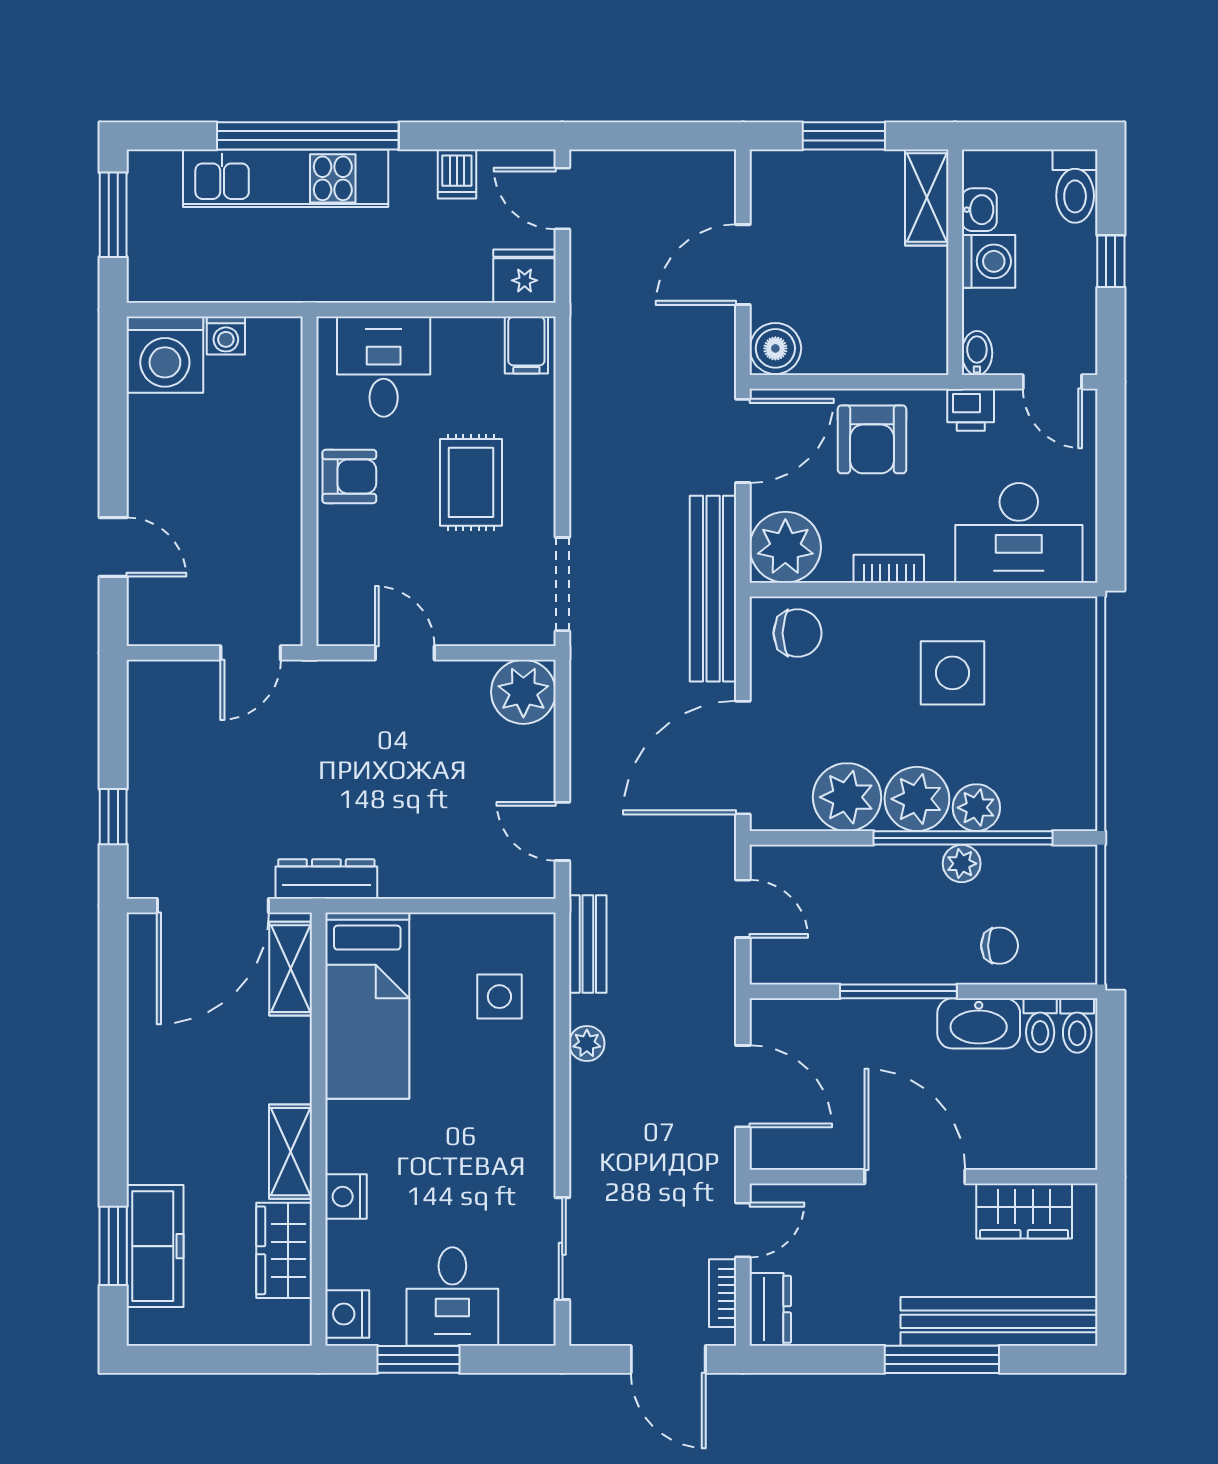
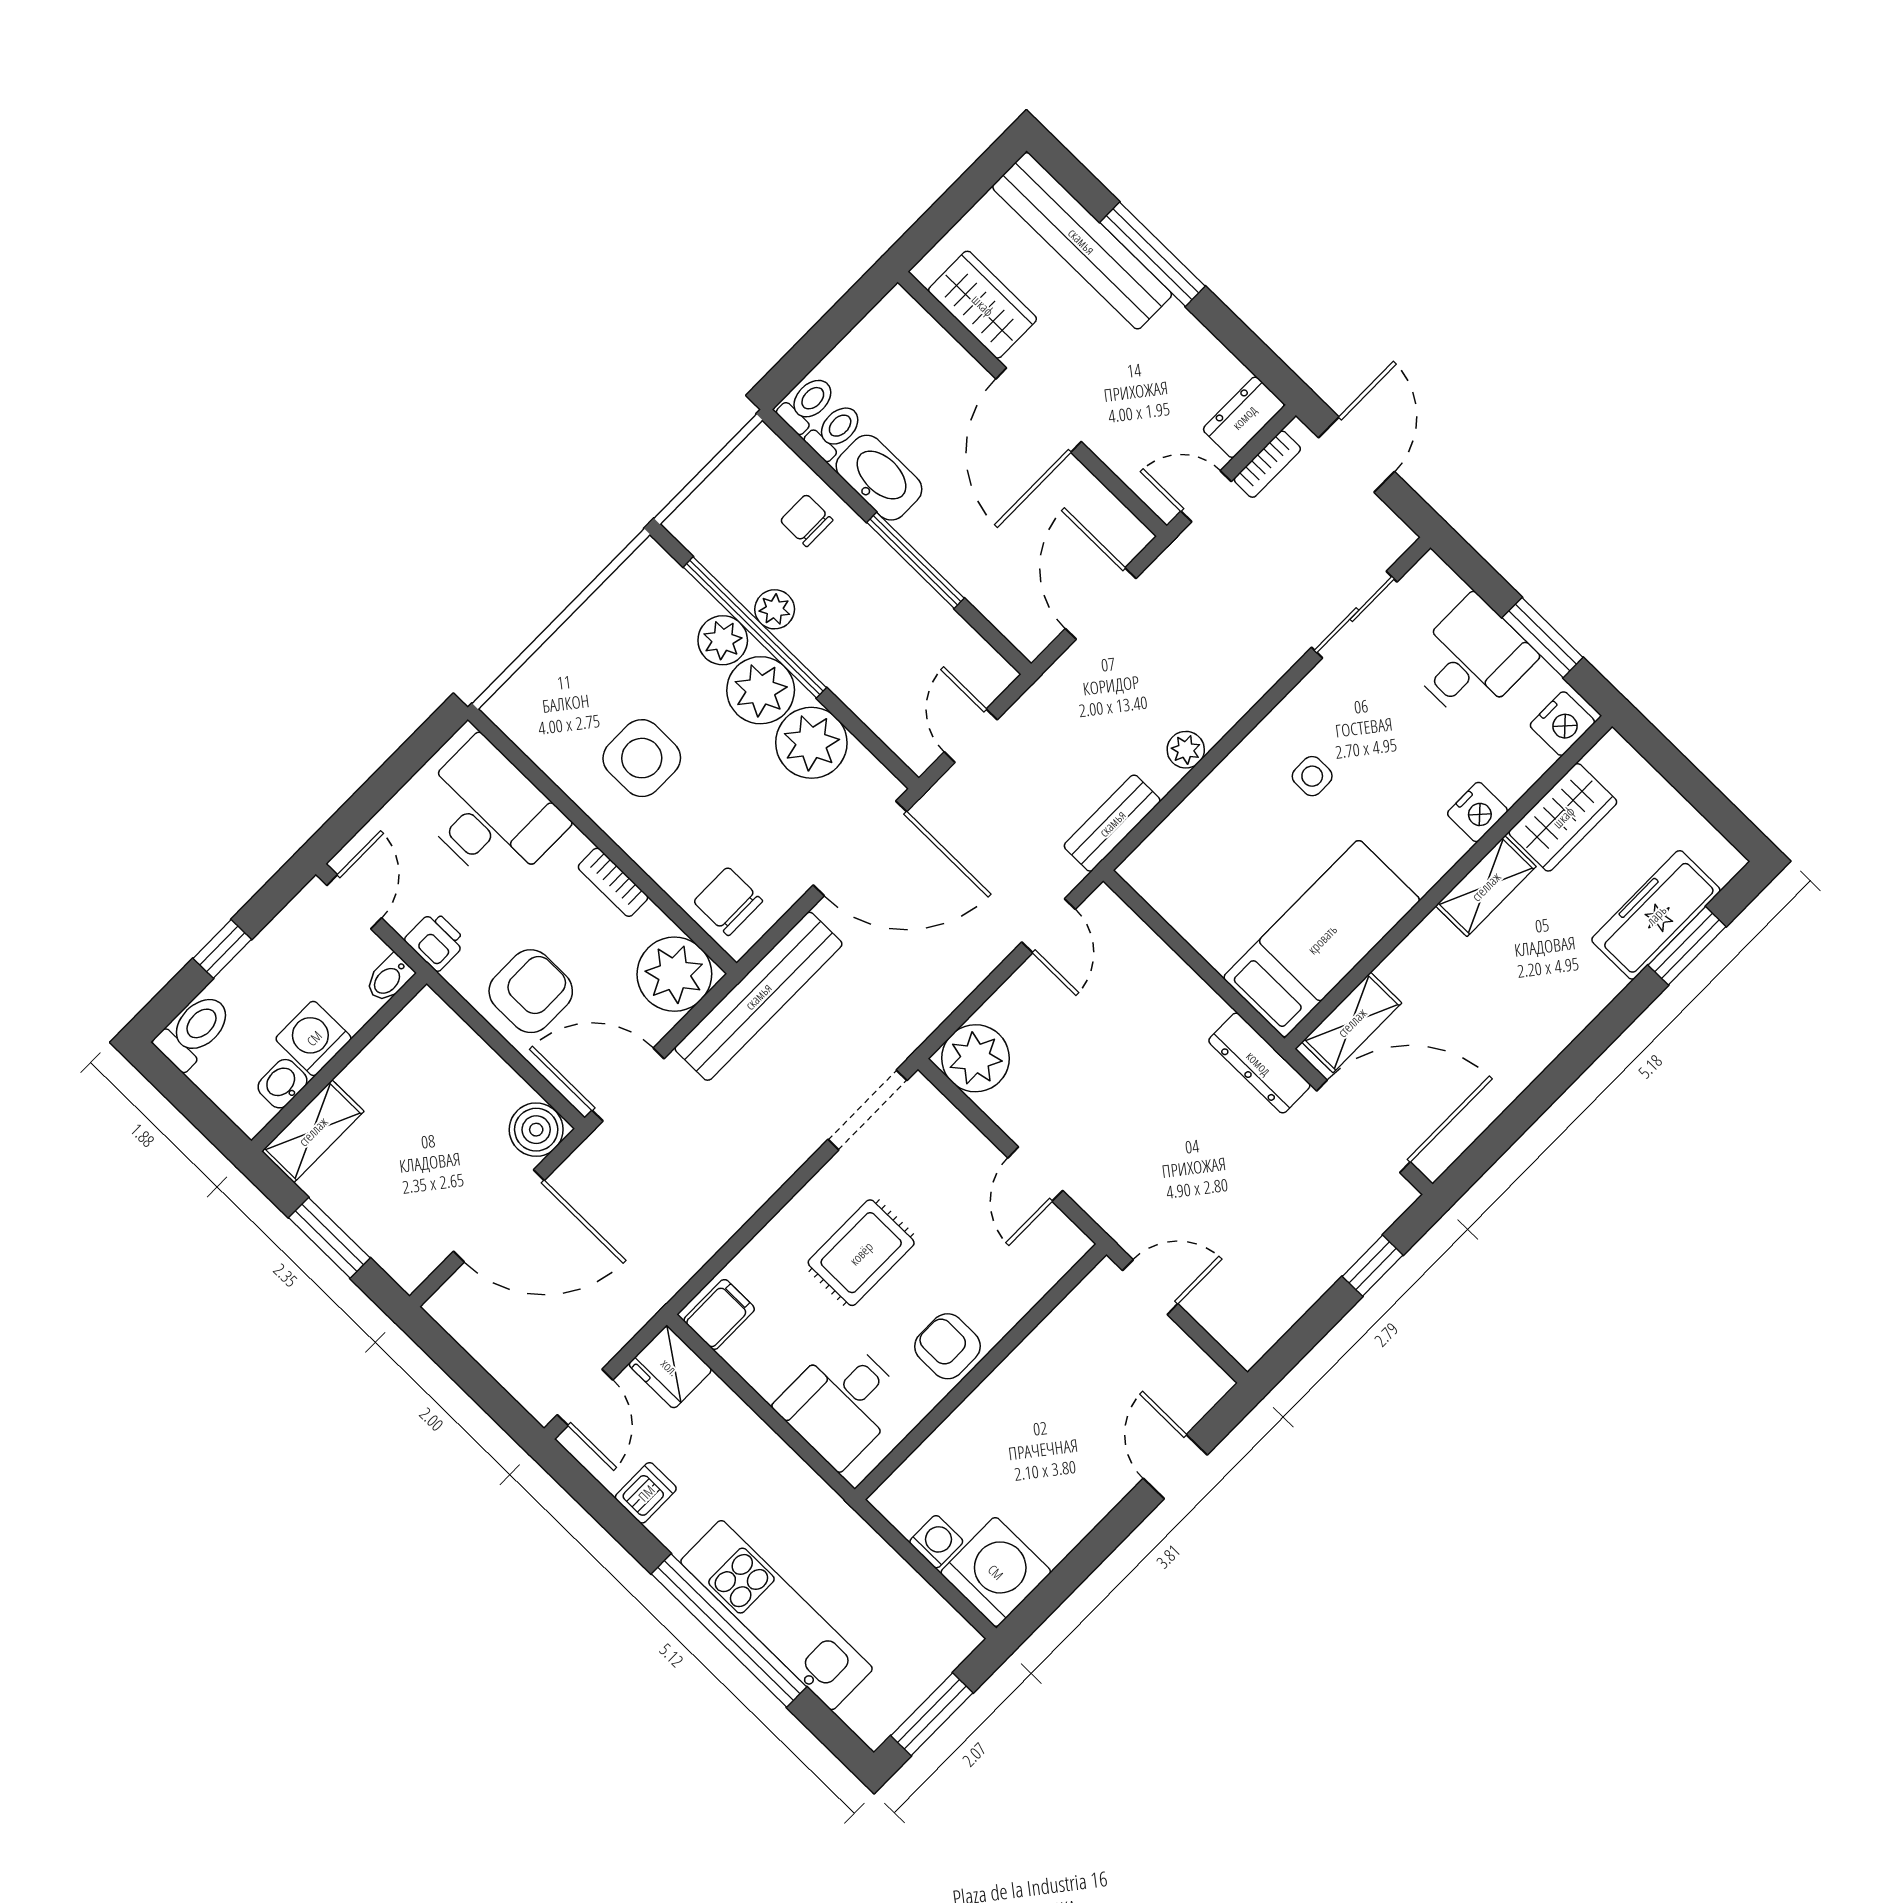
door: (743, 265) -> (499, 1216), width x1.36
side table: (499, 997) -> (1312, 776), moved, width x0.73, depth x0.73

